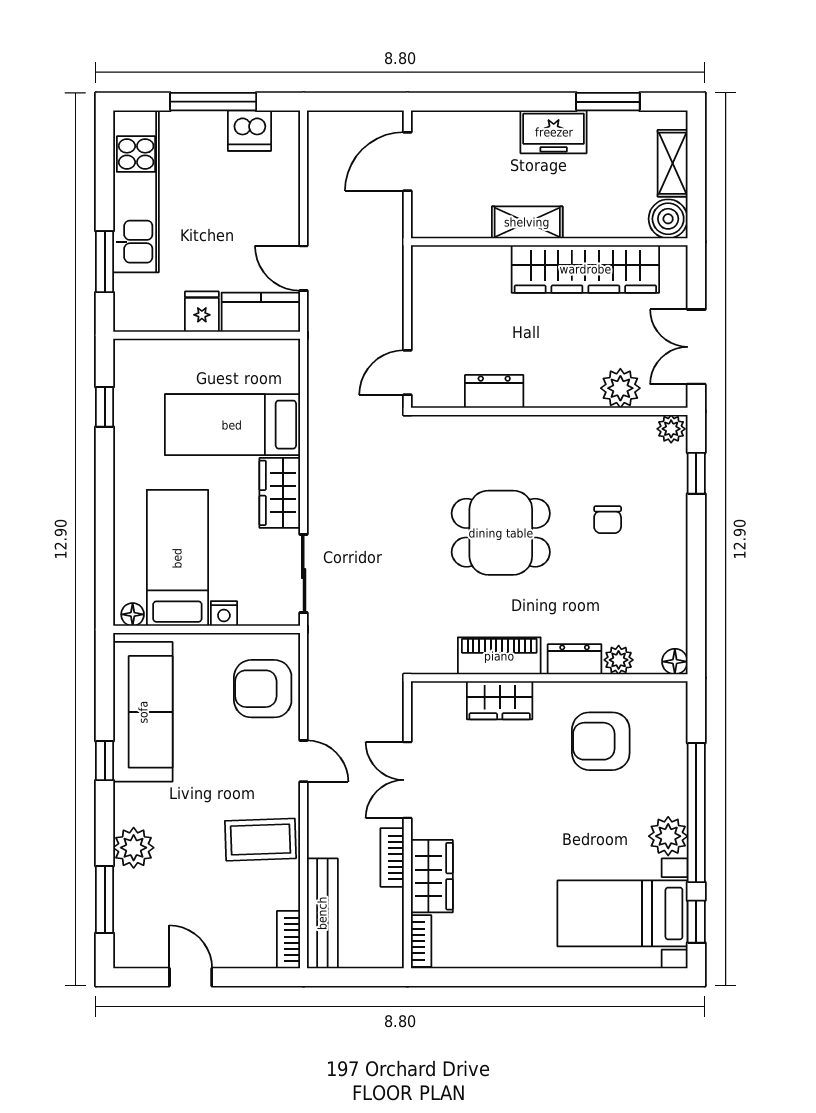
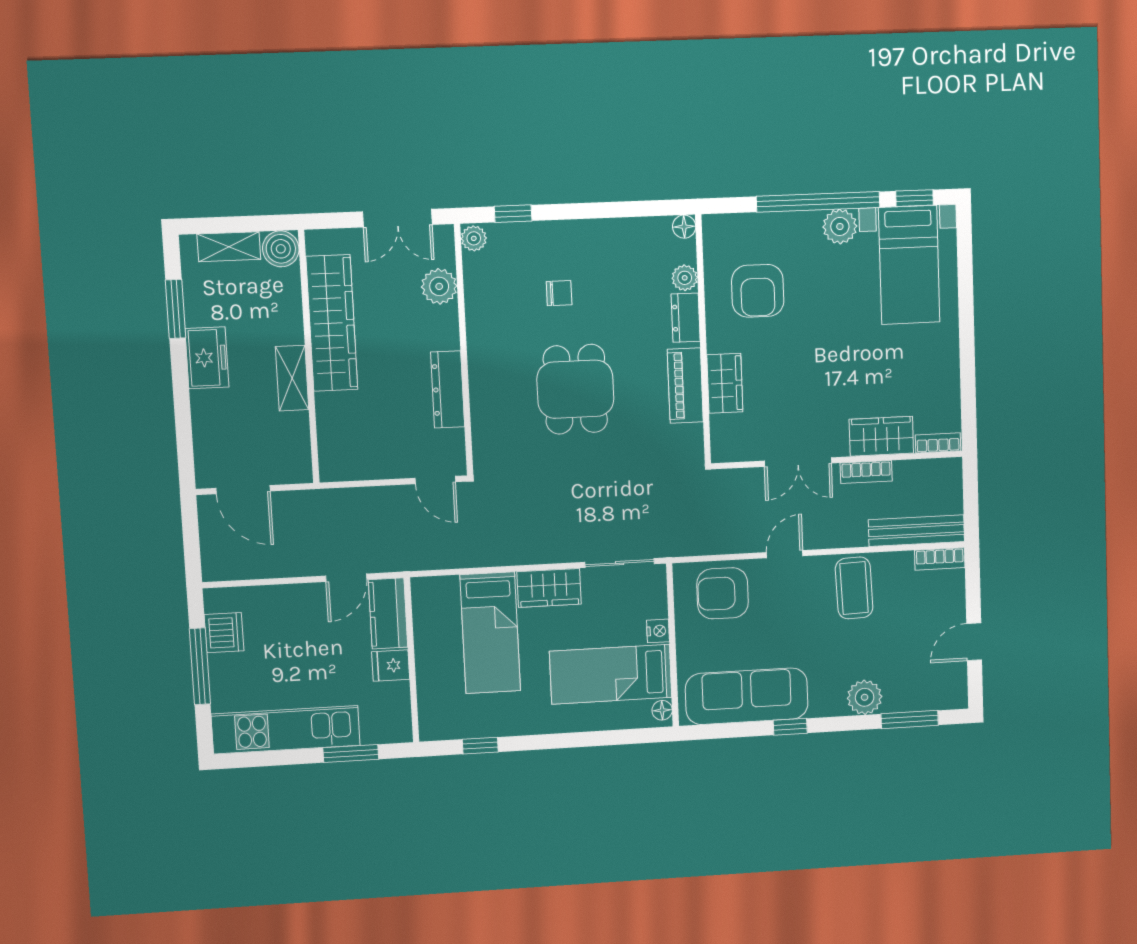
dresser: (494, 391) -> (448, 389), width x1.44
armchair: (263, 689) -> (723, 593), turned 90

